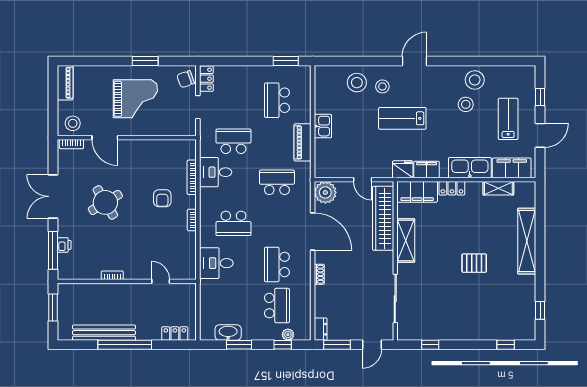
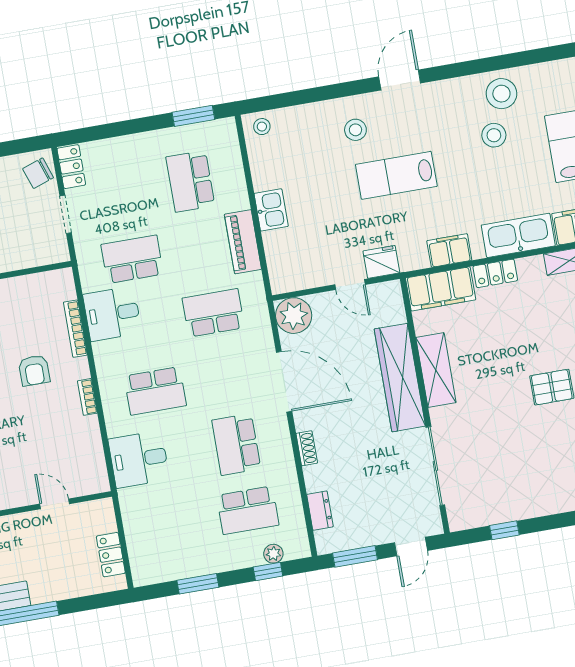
stool: (357, 83) -> (262, 127), moved, width x0.53, depth x0.53
fridge: (403, 169) -> (381, 262), moved
wardrobe: (383, 218) -> (400, 378), moved
school desk: (277, 306) -> (248, 510), turned 90
dresser: (321, 329) -> (320, 511), moved
washbasin: (228, 332) -> (177, 567), removed
locker: (175, 334) -> (111, 555), moved, turned -90

